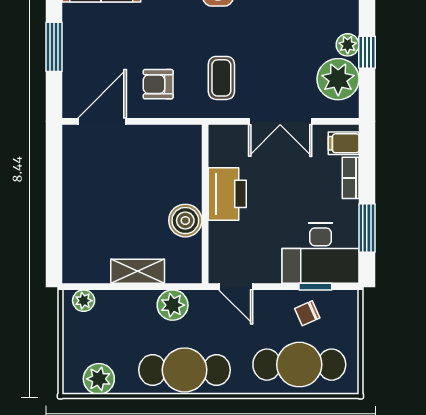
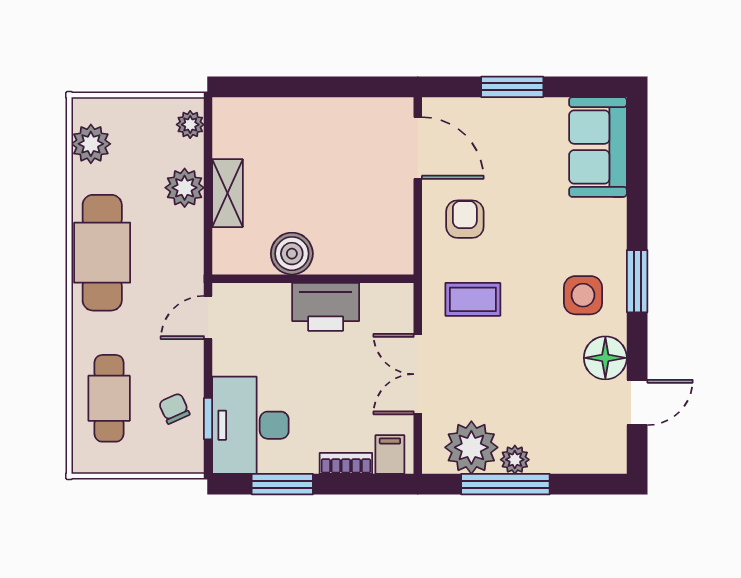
window: (367, 52) -> (505, 484), width x2.17
plant: (173, 305) -> (185, 188), moved
cafe table: (299, 365) -> (109, 398), width x0.73, depth x0.74

